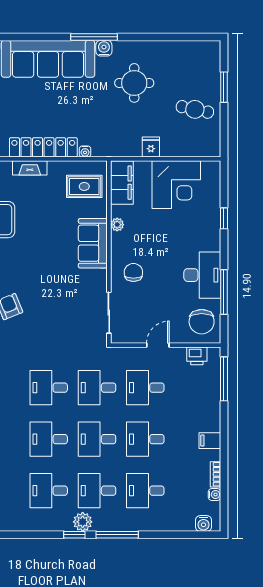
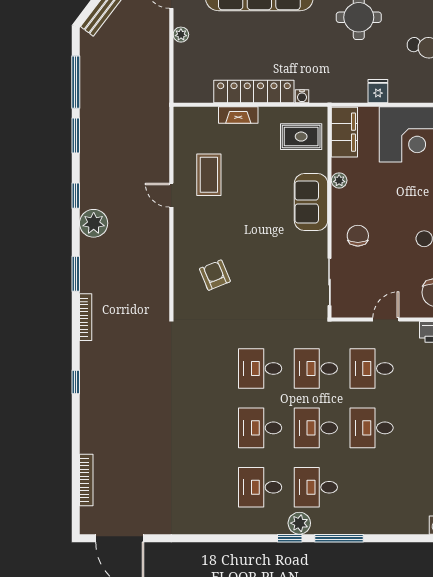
desk: (145, 491) -> (372, 487), removed

